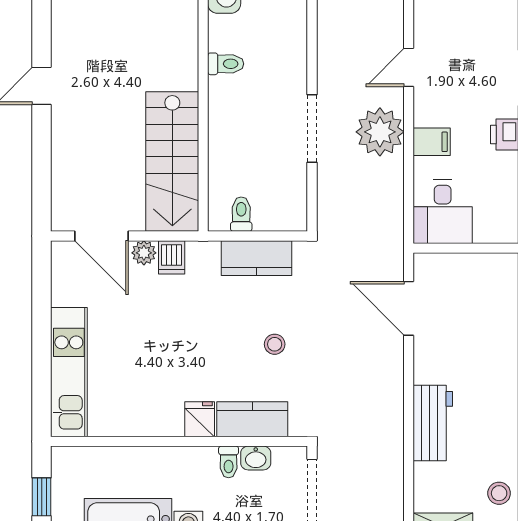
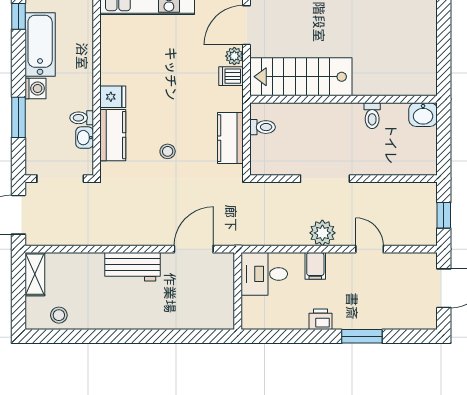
plant: (380, 132) -> (322, 233), width x0.73, depth x0.73
workbench: (433, 423) -> (132, 267), moved

